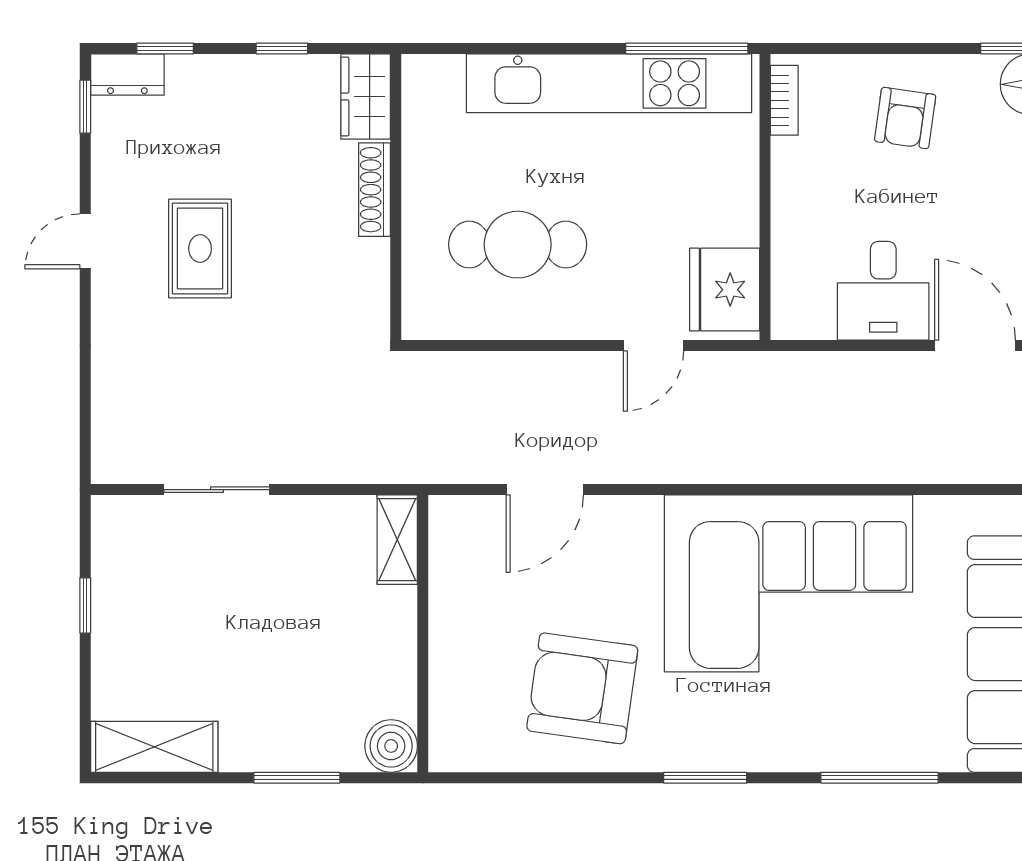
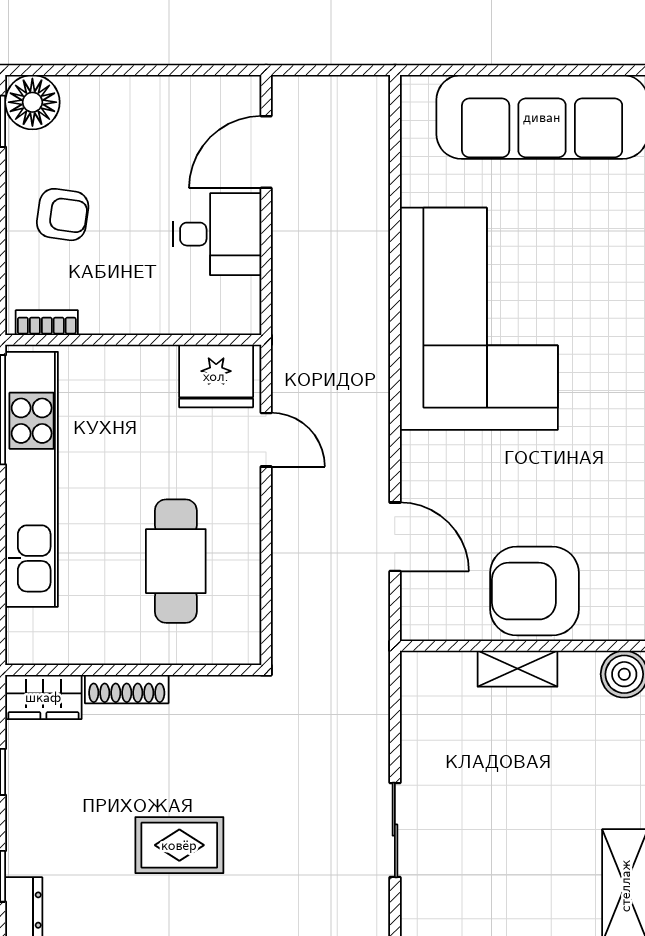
shelving: (397, 540) -> (518, 669), moved
armchair: (582, 688) -> (534, 591), moved, turned 82

